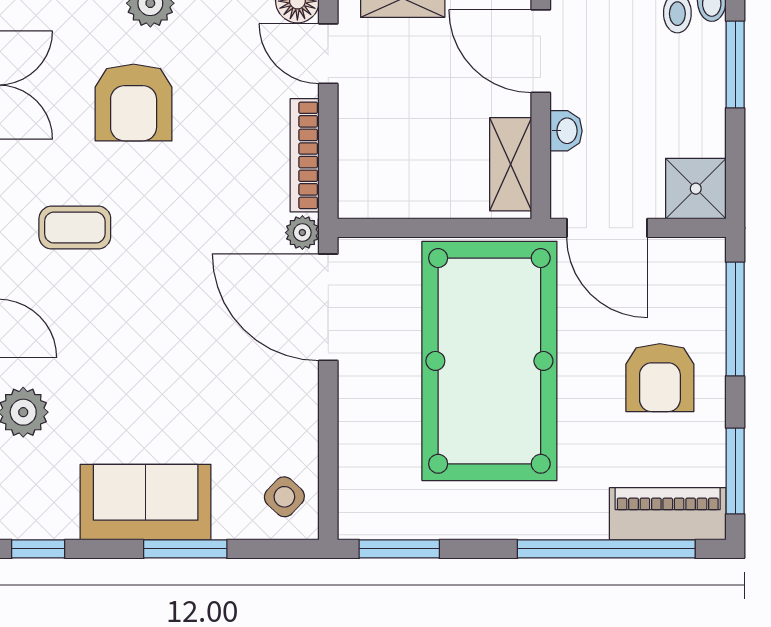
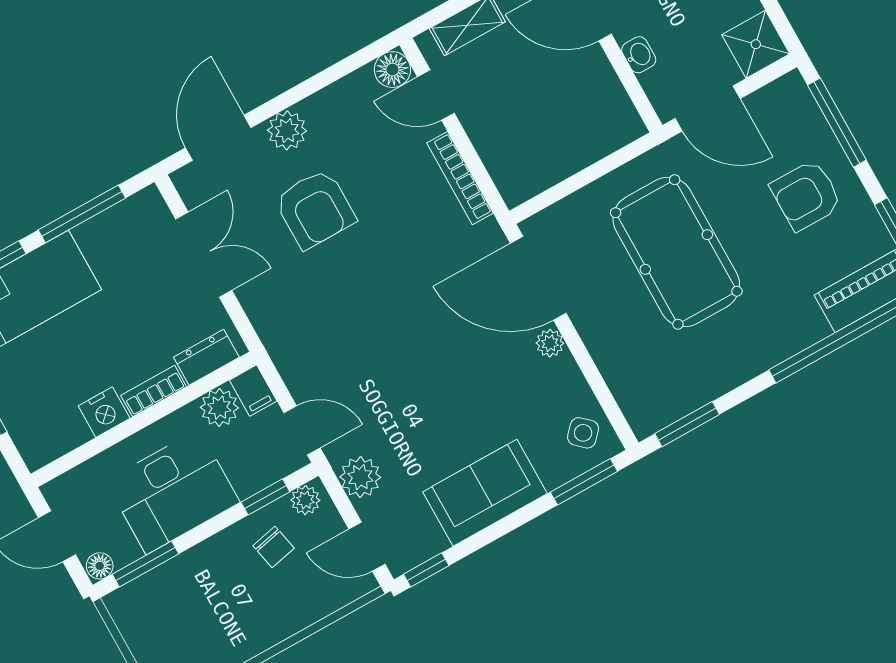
shelving: (511, 164) -> (612, 101), removed
coffee table: (75, 228) -> (323, 323), removed
plant: (302, 233) -> (550, 343), moved
pool table: (489, 361) -> (676, 252), width x0.73, depth x0.76
armchair: (660, 378) -> (806, 195), turned 90
window: (185, 549) -> (584, 482), moved

